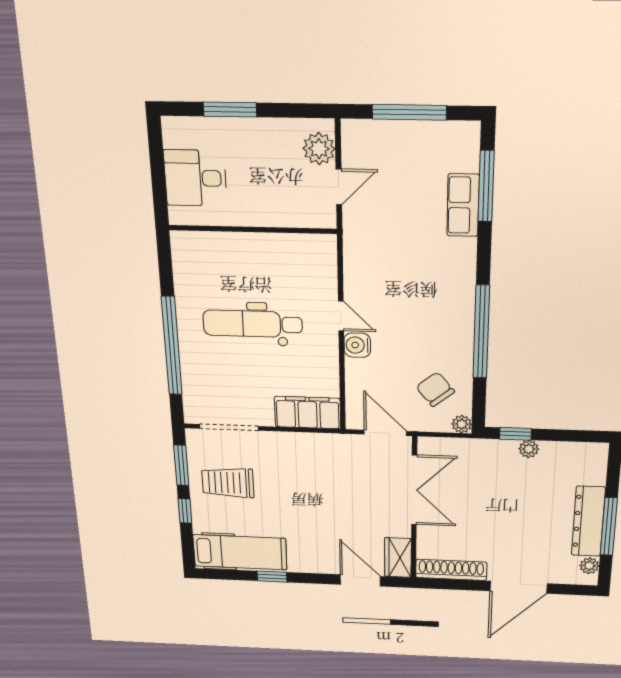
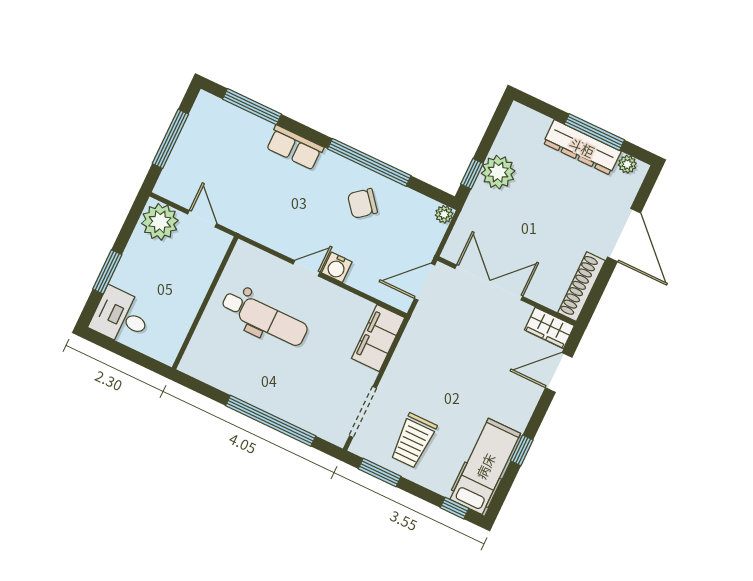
plant: (319, 149) -> (160, 222), width x1.36, depth x1.36
desk: (195, 178) -> (121, 317), moved, turned 90
row of seats: (463, 205) -> (295, 148), moved
dental chair: (253, 324) -> (264, 318), moved, turned -90
chair: (435, 389) -> (362, 203), moved
plant: (529, 449) -> (498, 172), width x1.87, depth x1.87
window: (185, 511) -> (455, 508), moved

